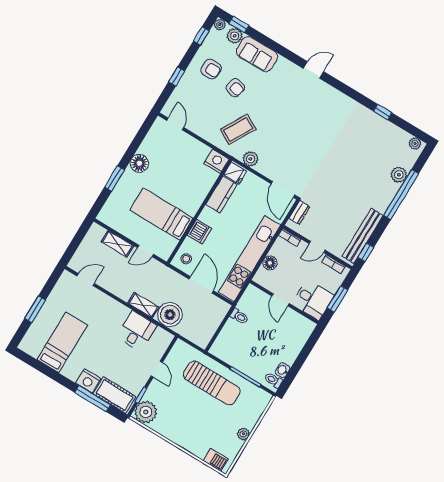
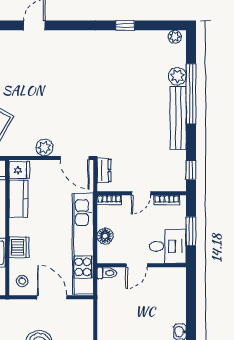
plant: (251, 159) -> (45, 148), moved
bench: (363, 236) -> (178, 118), moved
door: (280, 300) -> (137, 265), hinge flipped
toilet: (239, 316) -> (107, 273), moved

